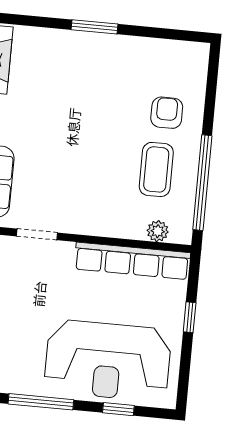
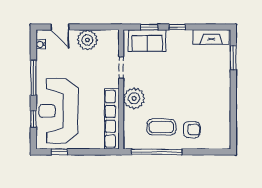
window: (94, 27) -> (233, 58), moved
plant: (158, 231) -> (134, 98), moved, width x1.87, depth x1.87
window: (190, 317) -> (59, 152), moved

